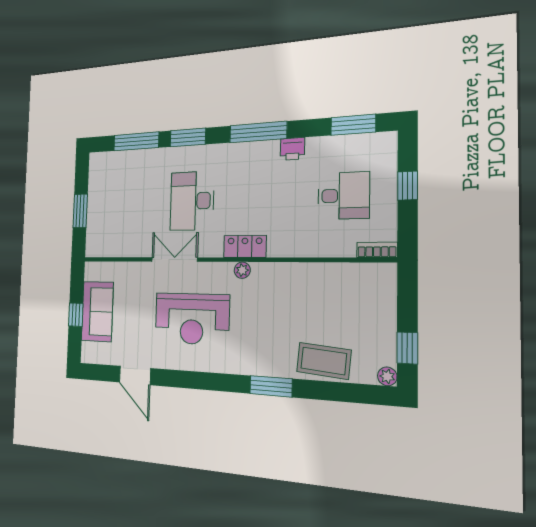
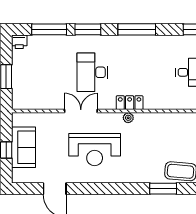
printer: (292, 149) -> (19, 42), moved
window: (271, 386) -> (163, 189), moved

